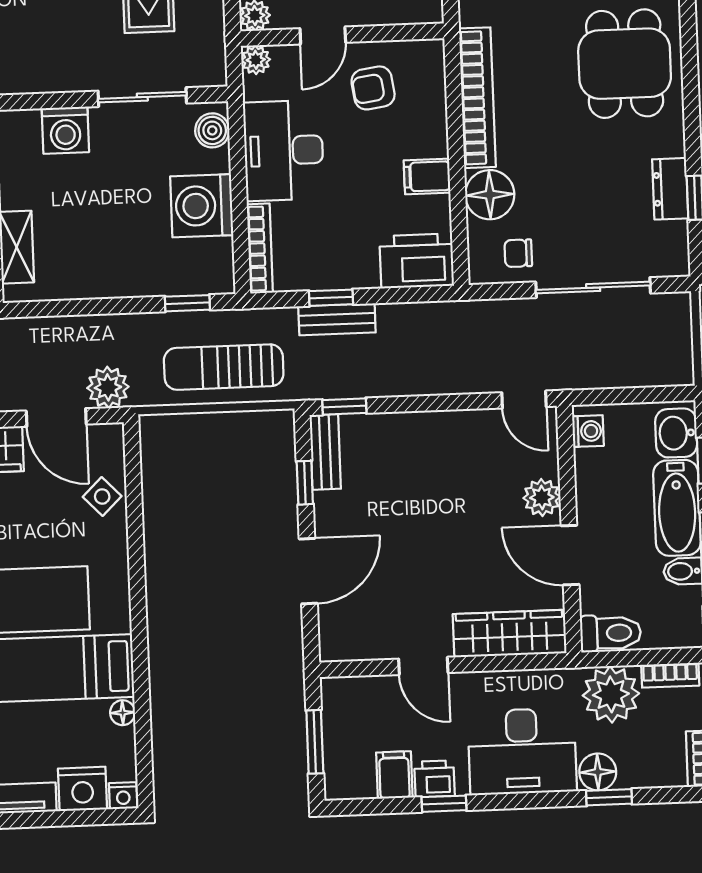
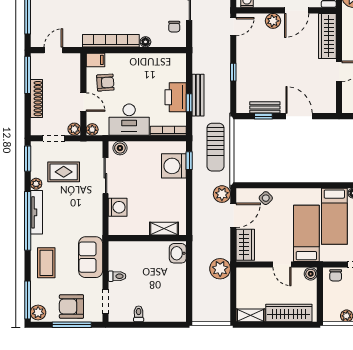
armchair: (373, 88) -> (105, 83), turned -86
filing cabinet: (427, 176) -> (96, 60), moved, turned -90
floor lamp: (490, 195) -> (145, 42), width x0.53, depth x0.53
washing machine: (202, 206) -> (174, 166), moved, turned 90
printer: (417, 261) -> (176, 97), moved
bench: (337, 319) -> (198, 95), width x1.36
window: (344, 406) -> (233, 72), moved
bench: (325, 452) -> (265, 107), moved

